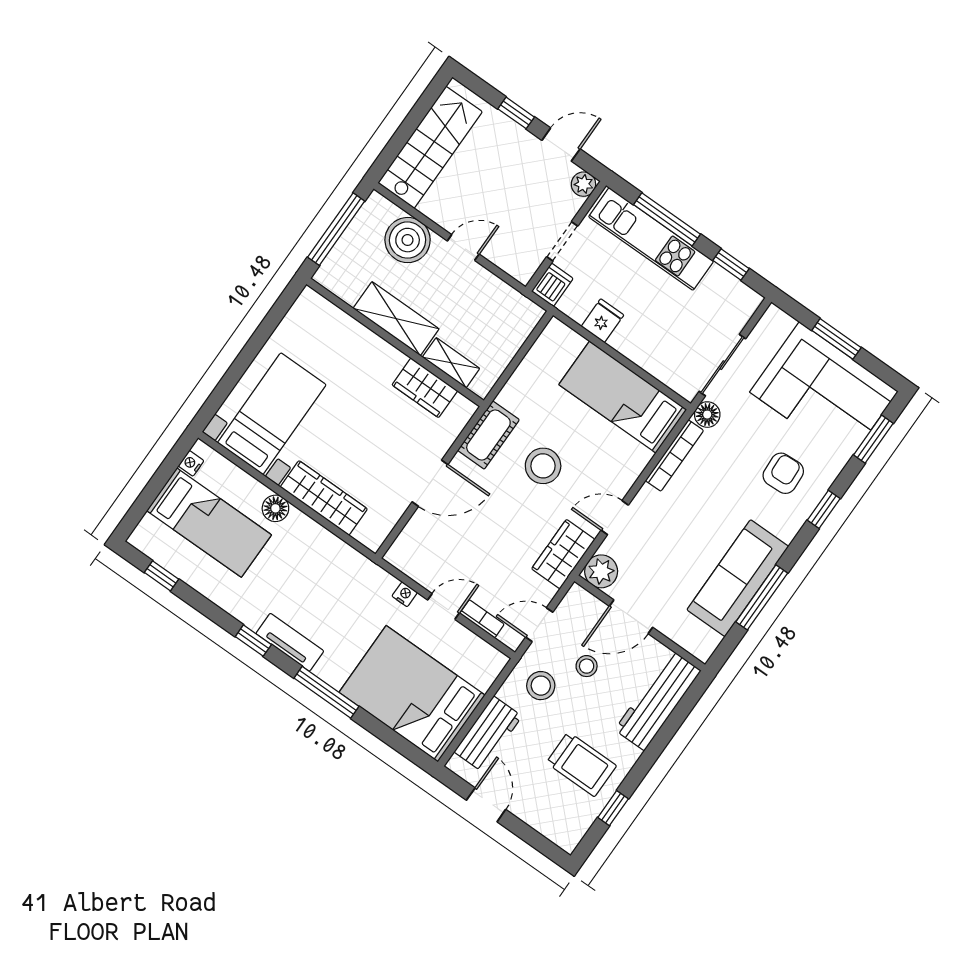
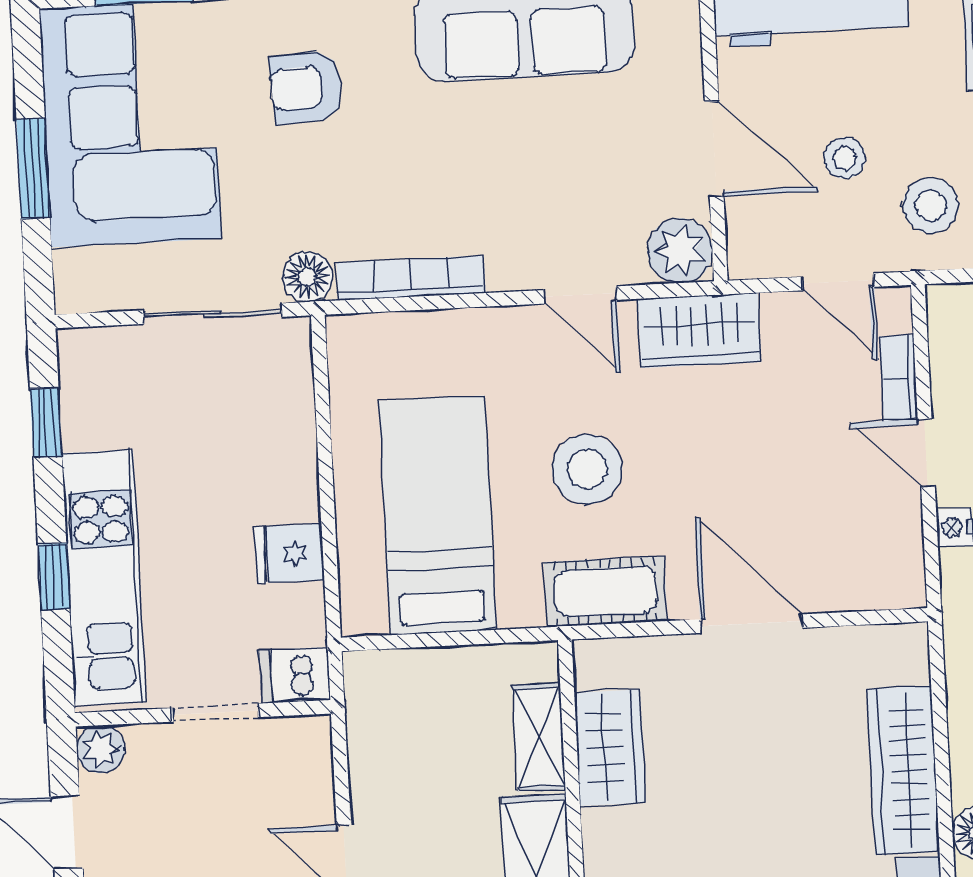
window: (667, 219) -> (54, 577), width x0.46
bed: (623, 397) -> (437, 515), moved, turned 180

